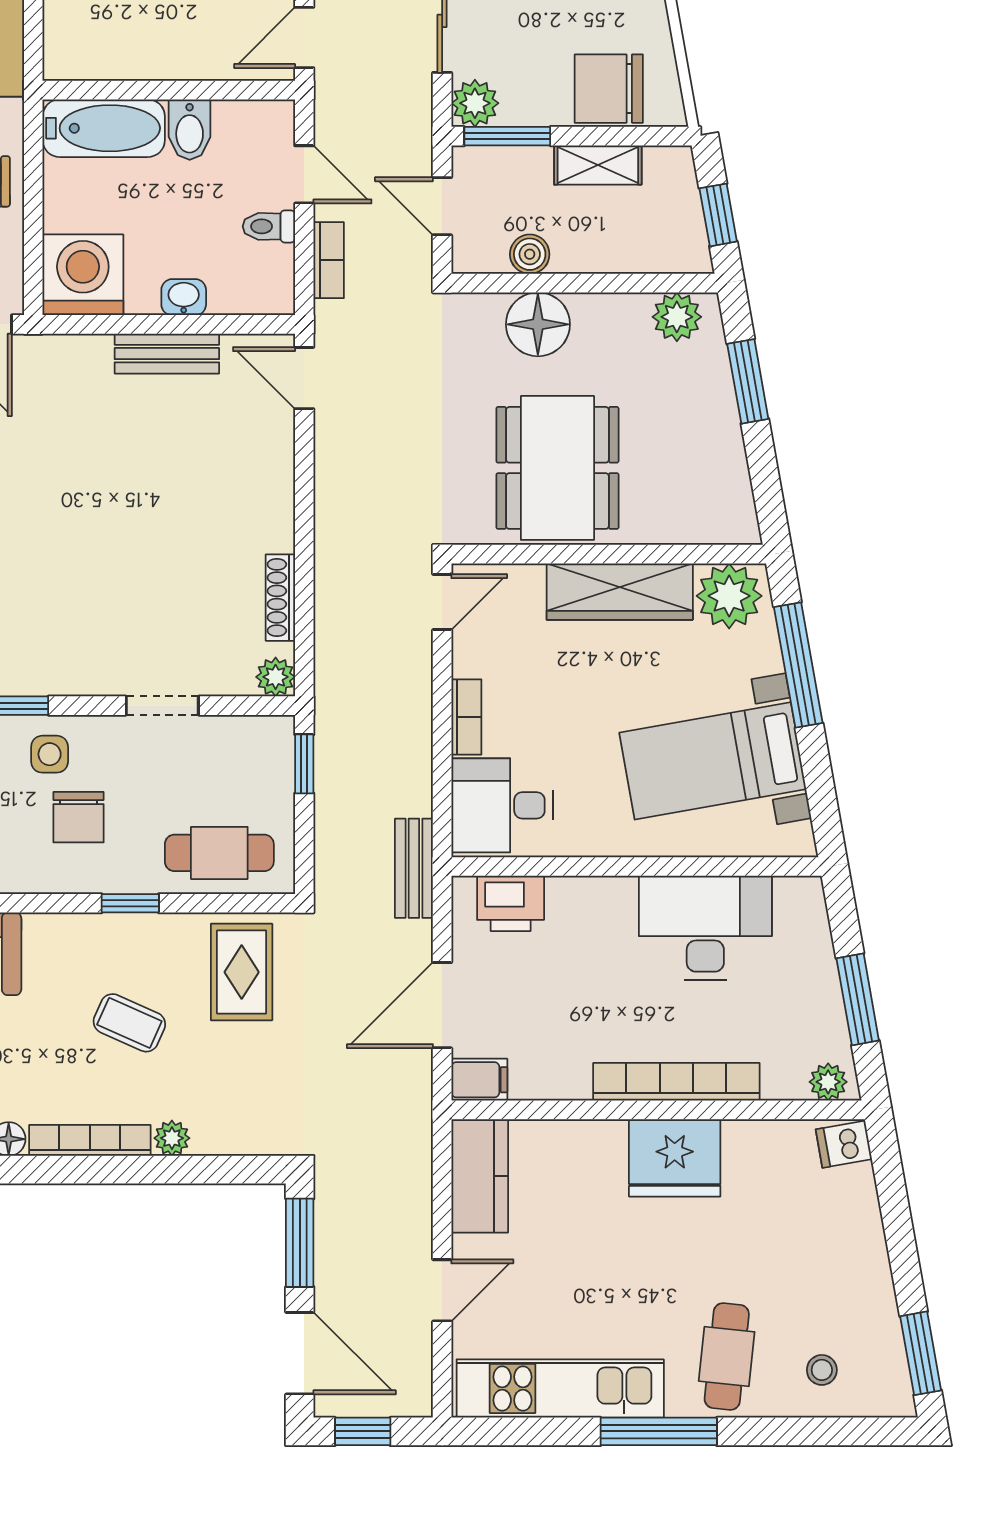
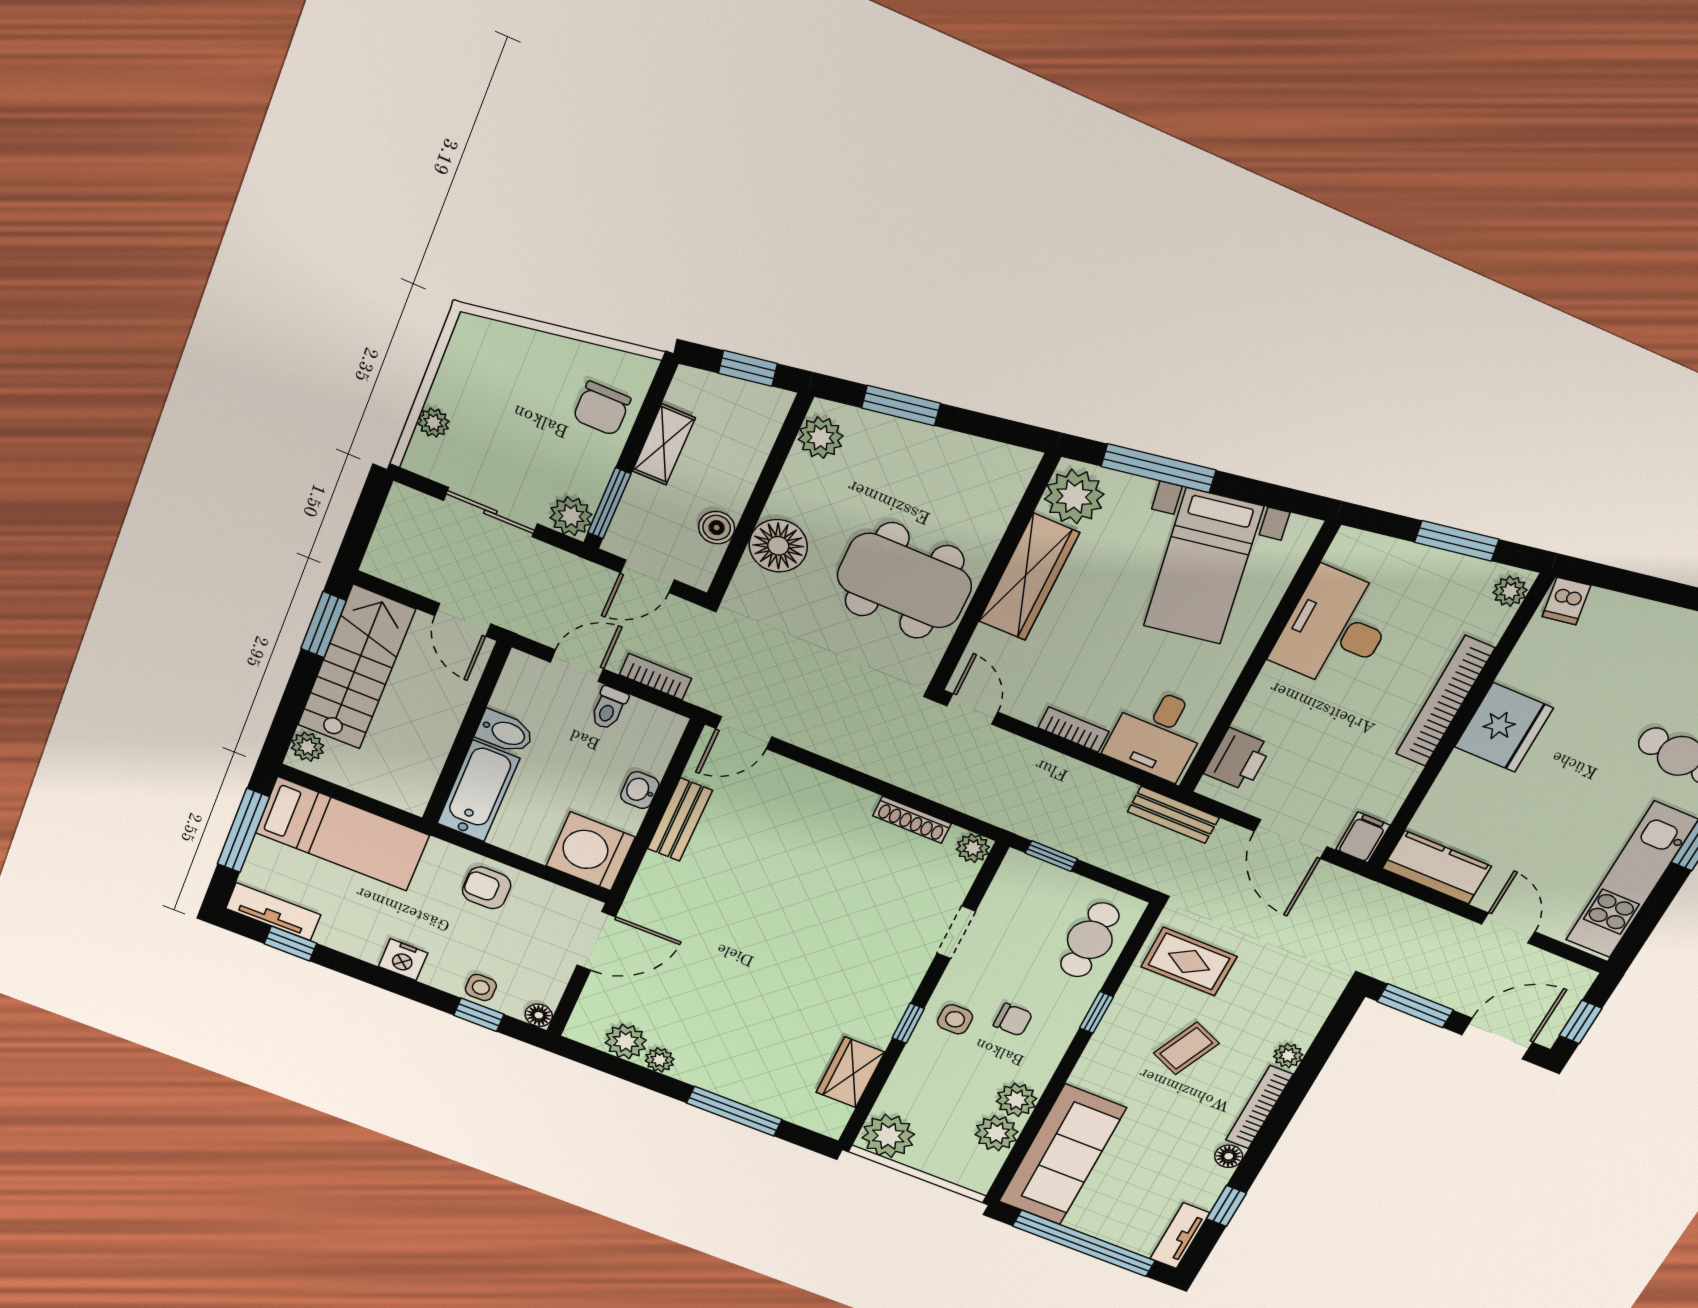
chair: (609, 89) -> (602, 409), width x0.73, depth x0.73
chair: (78, 817) -> (1013, 1020), width x0.73, depth x0.73

